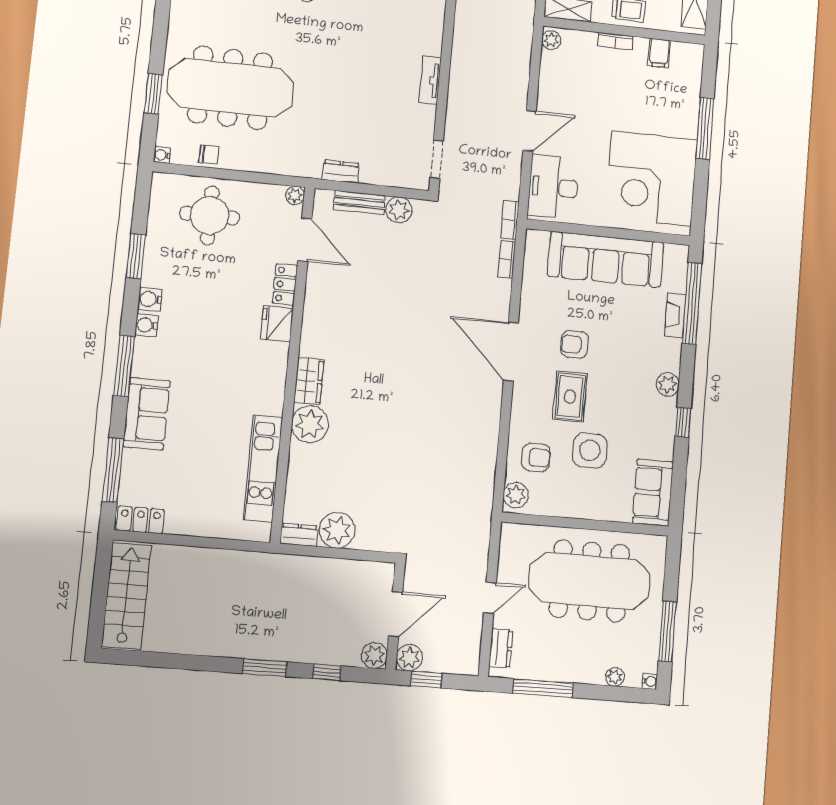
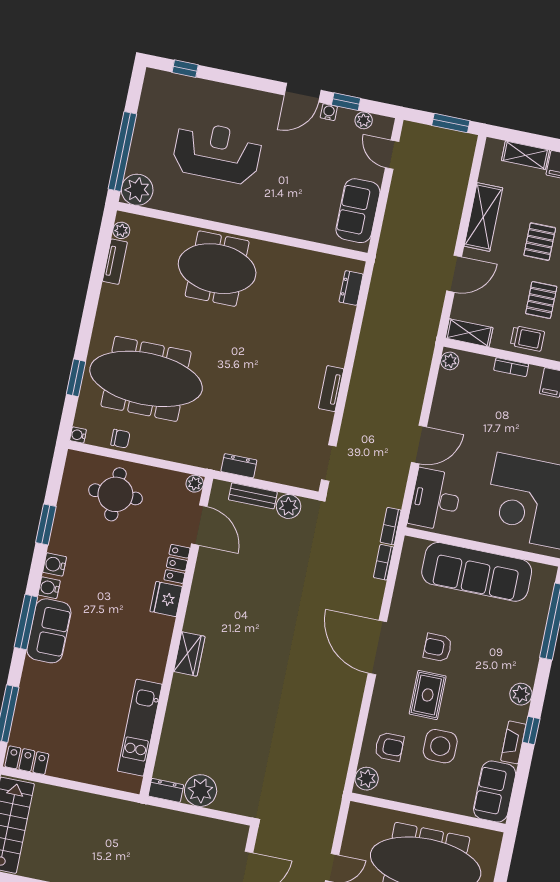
fireplace: (675, 315) -> (513, 742), moved
sofa: (147, 414) -> (49, 631), moved
plant: (310, 424) -> (186, 693), removed

